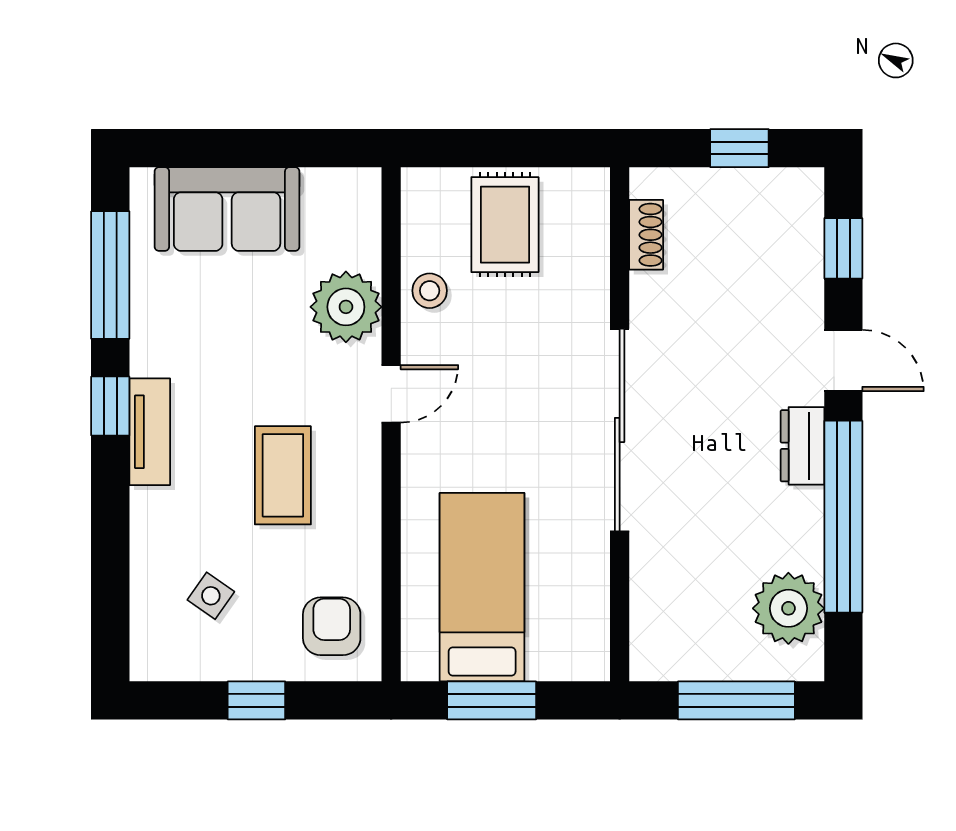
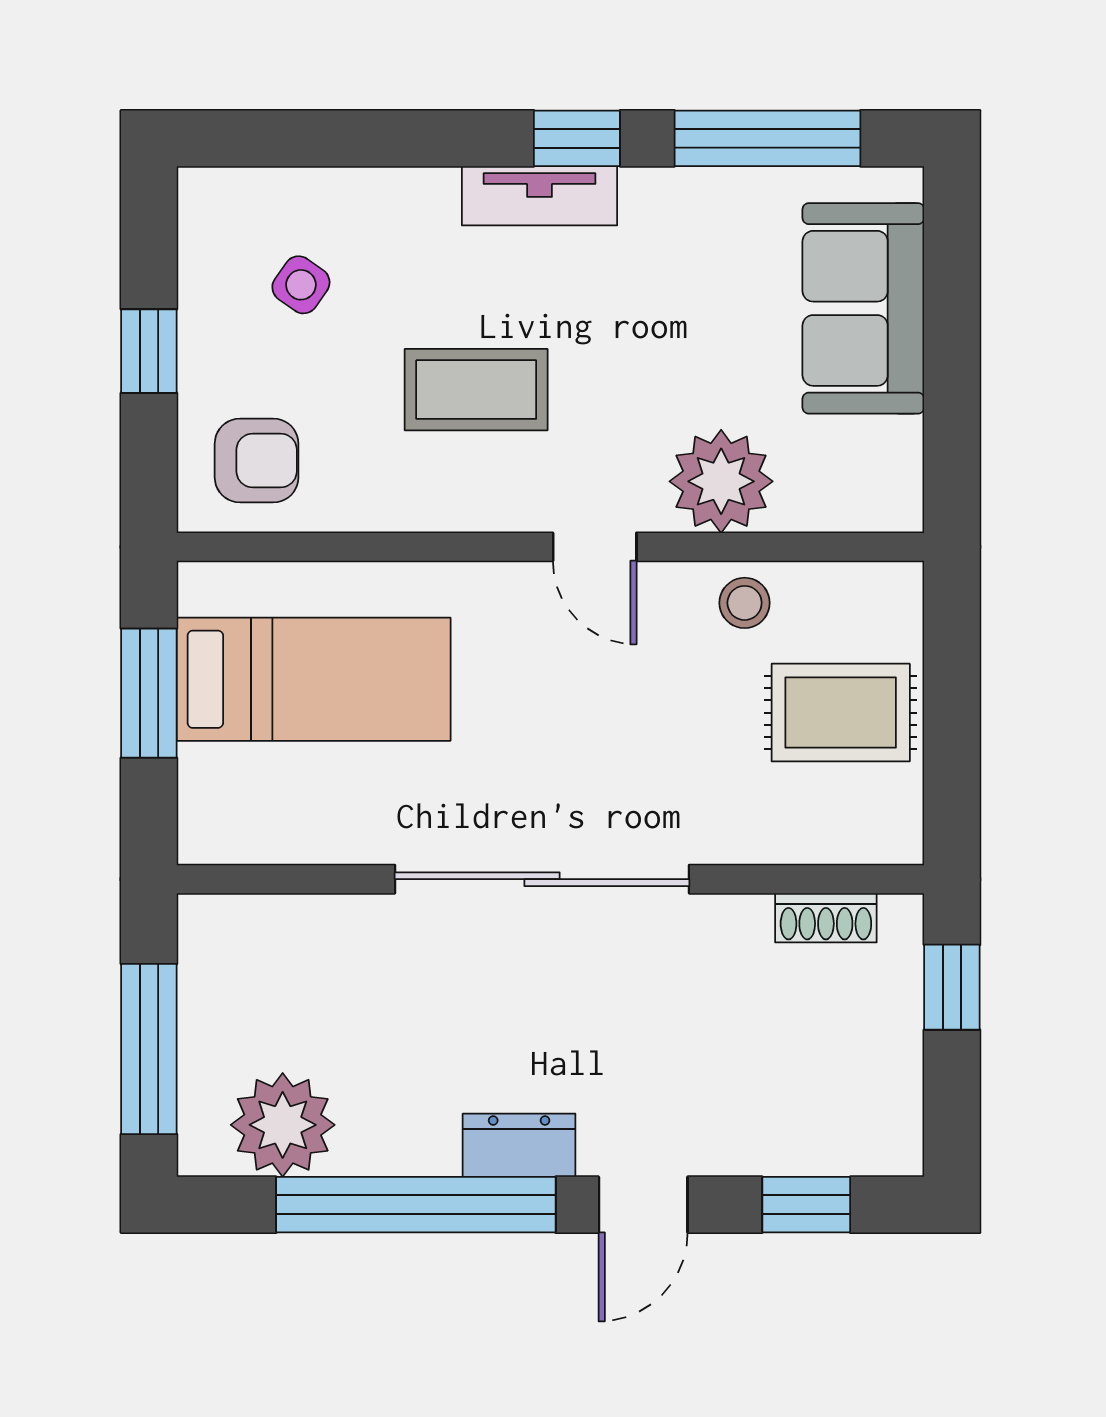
window: (739, 148) -> (952, 987), moved

